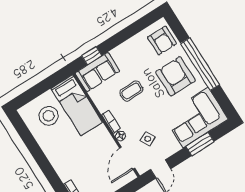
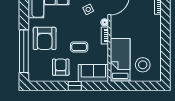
armchair: (162, 40) -> (61, 67), moved
window: (92, 56) -> (75, 86), moved
window: (200, 64) -> (24, 51), moved

